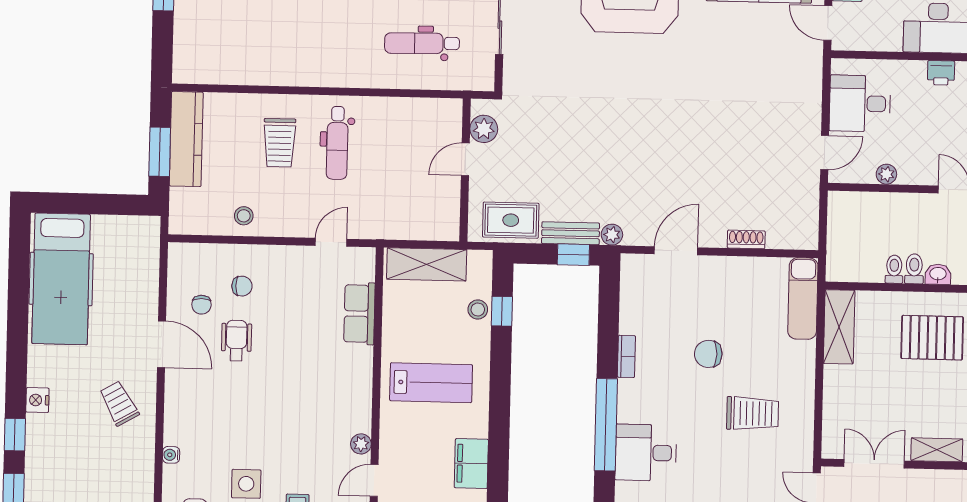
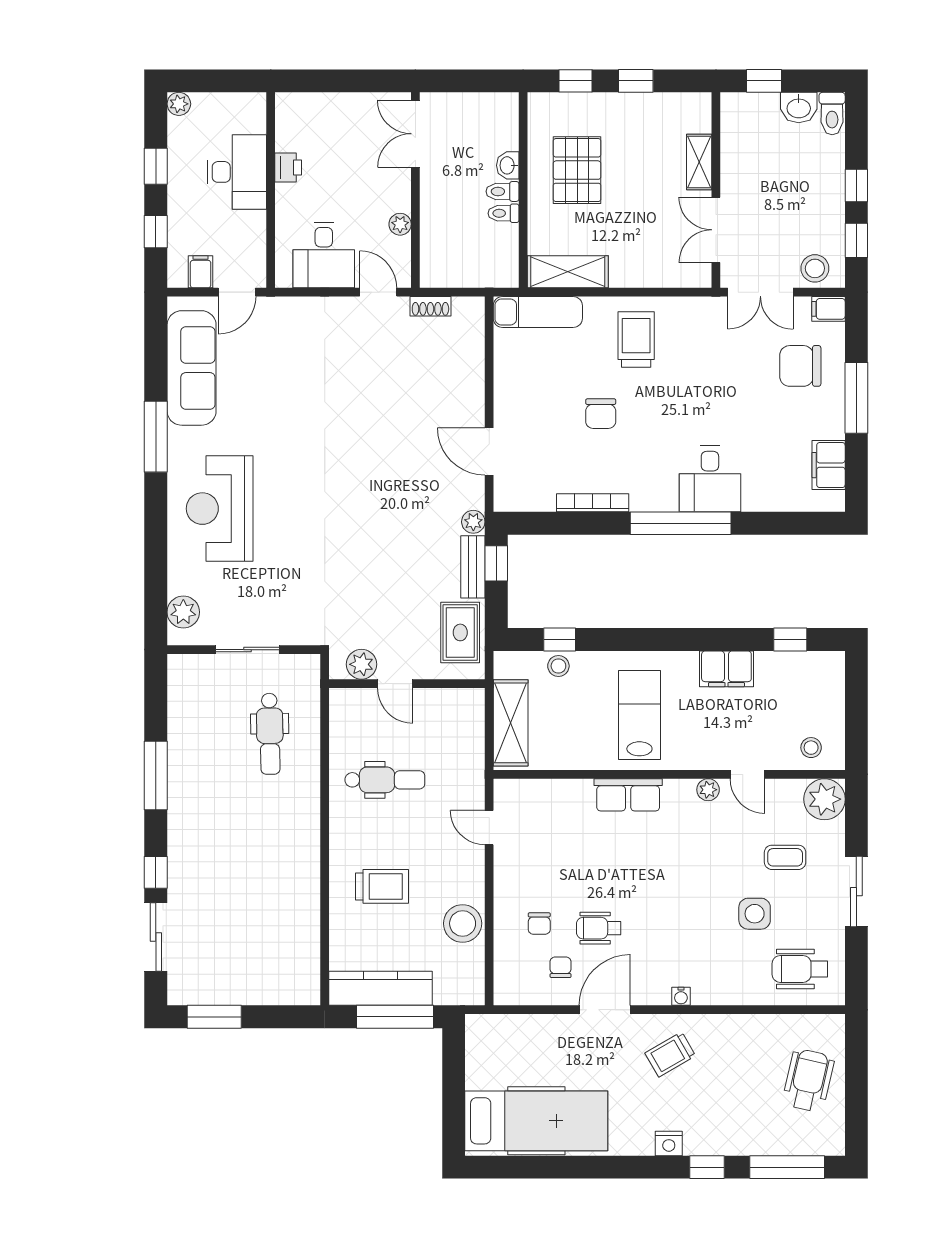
dental chair: (337, 143) -> (385, 780), moved
window: (160, 152) -> (395, 1017), width x1.44
stool: (244, 216) -> (463, 923), width x1.89, depth x1.89
shoe rack: (746, 239) -> (430, 306), moved, turned -90
chair: (242, 286) -> (539, 924), turned 180
chair: (201, 305) -> (561, 967), turned -90
row of seats: (359, 314) -> (628, 795), moved
bookcase: (626, 356) -> (593, 503), width x1.56
trolley: (753, 413) -> (636, 340), moved
water cooler: (171, 455) -> (681, 996), moved

